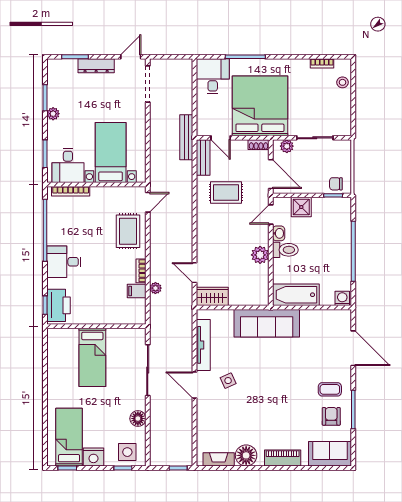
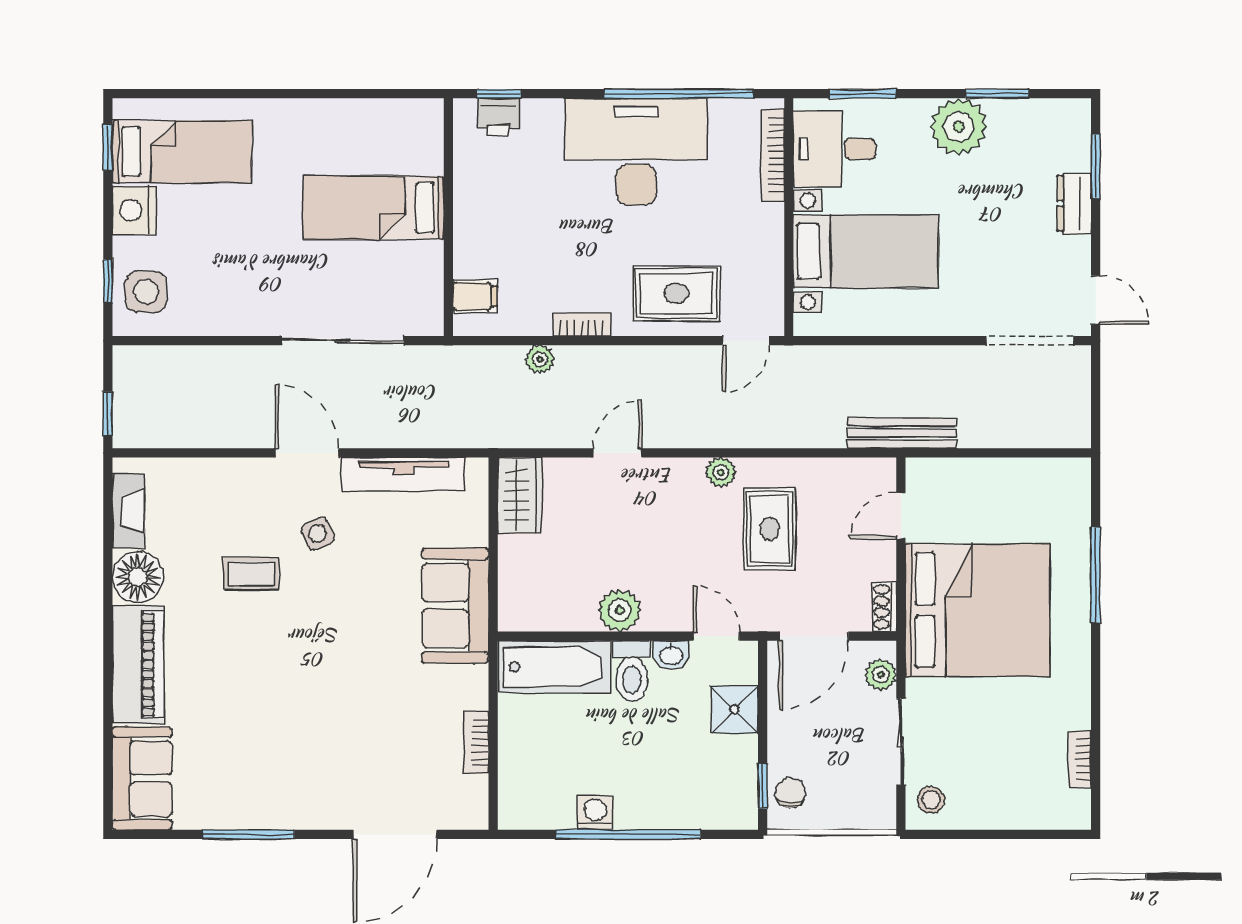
dresser: (96, 66) -> (1074, 203), width x0.70
desk: (213, 76) -> (1049, 497), removed
stool: (343, 82) -> (931, 800), moved
plant: (53, 114) -> (959, 127), width x1.88, depth x1.88
bench: (203, 157) -> (854, 474), removed
door: (148, 202) -> (746, 341), hinge flipped
plant: (203, 213) -> (721, 472), added
desk: (64, 262) -> (636, 152), width x1.87, depth x1.30
door: (194, 273) -> (618, 453), moved
filing cabinet: (137, 291) -> (475, 296), moved, turned 90
bathtub: (296, 295) -> (554, 667), moved, turned 90
washing machine: (342, 298) -> (595, 813), moved, turned -90
printer: (58, 305) -> (498, 117), width x0.53, depth x0.68
bookcase: (315, 315) -> (476, 743), added
sofa: (267, 323) -> (455, 606), width x0.73
door: (194, 385) -> (307, 453), hinge flipped
coffee table: (330, 389) -> (251, 574), moved, turned 90
armchair: (331, 416) -> (232, 782), removed
floor lamp: (138, 419) -> (226, 317), removed
piano: (283, 458) -> (138, 665), width x1.37, depth x1.33

